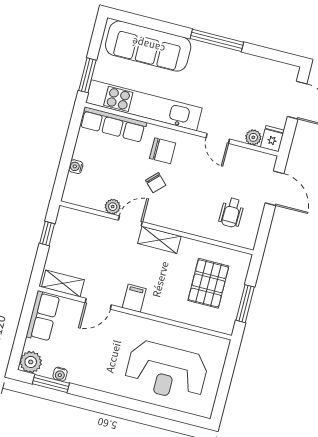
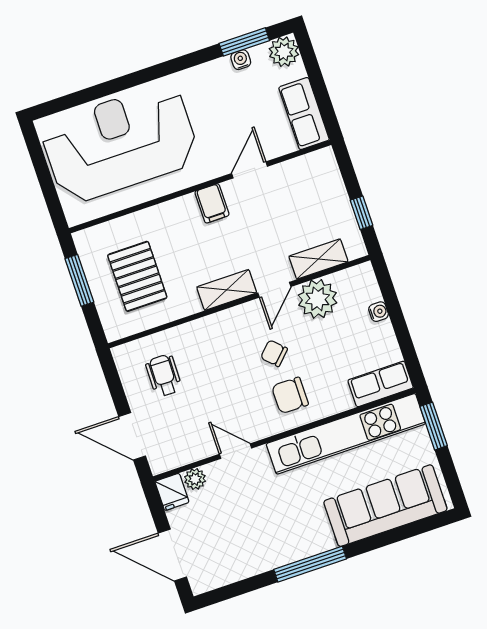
row of seats: (113, 124) -> (381, 384), width x0.68
plant: (113, 207) -> (318, 299), width x1.87, depth x1.87
shelving: (63, 283) -> (318, 259), moved
reception desk: (166, 371) -> (120, 143), width x1.36, depth x1.30

